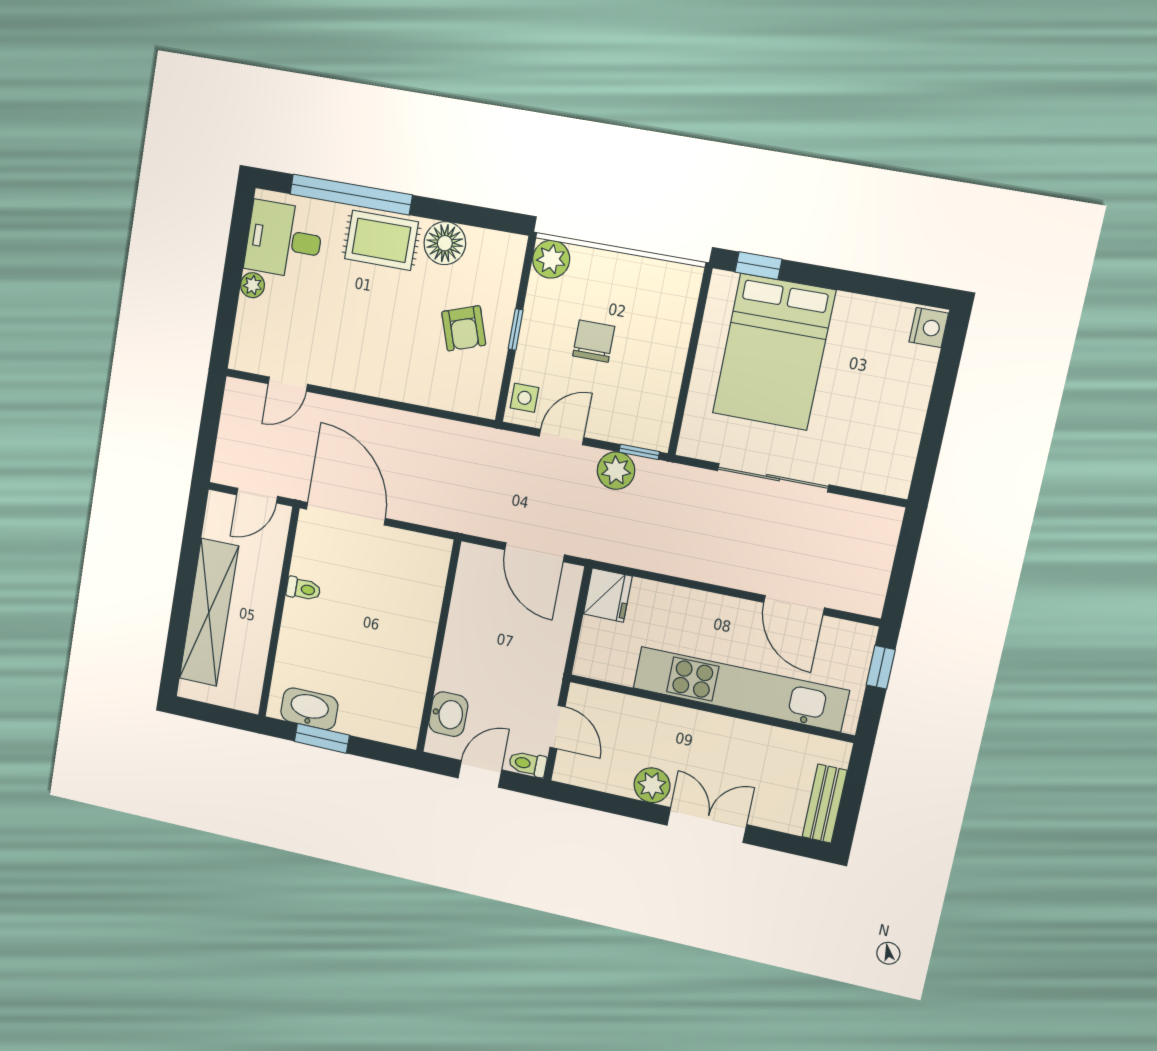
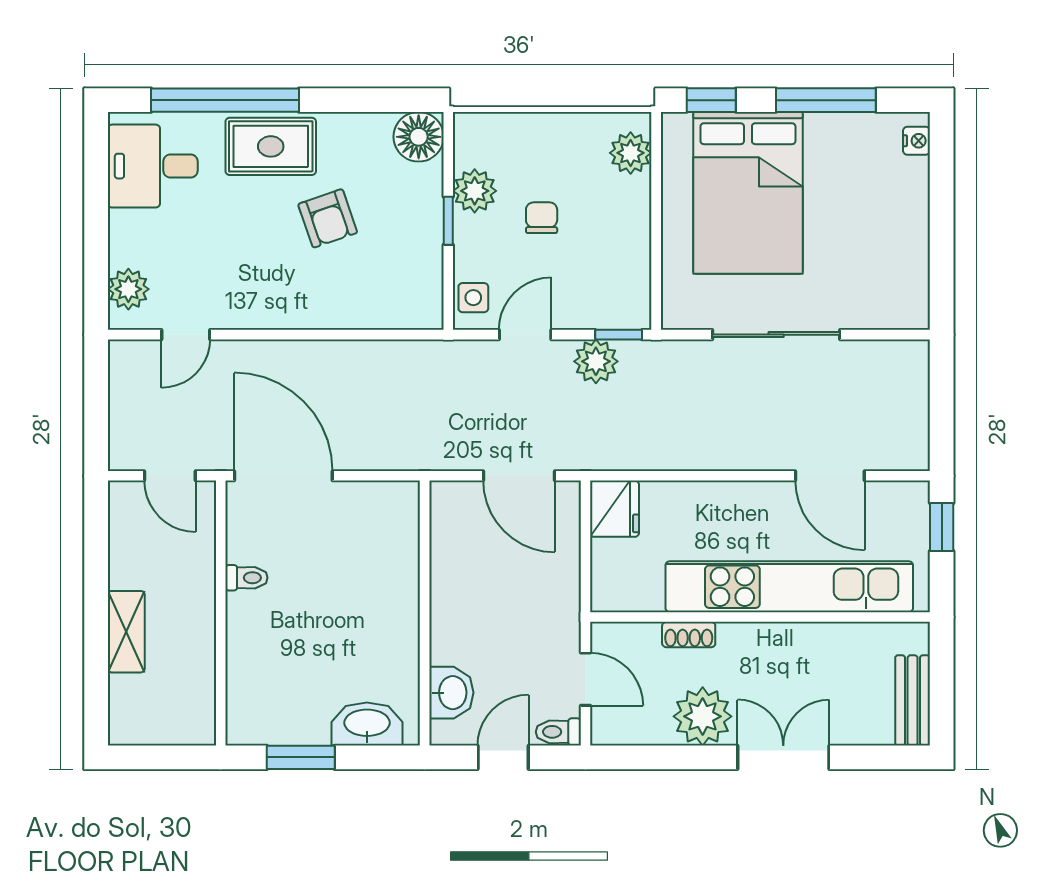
floor lamp: (445, 243) -> (419, 137), moved
plant: (551, 259) -> (475, 191), moved
window: (859, 283) -> (826, 100), added
plant: (252, 285) -> (128, 289), moved, width x1.38, depth x1.38
plant: (680, 299) -> (631, 153), added
armchair: (464, 328) -> (328, 218), moved
nightstand: (929, 328) -> (917, 141), width x0.72, depth x0.74
chair: (594, 341) -> (542, 218), width x0.73, depth x0.73
door: (257, 496) -> (170, 476), hinge flipped
shelving: (209, 612) -> (126, 632), width x0.45, depth x0.75
washbasin: (309, 709) -> (367, 724), moved
shoe rack: (649, 710) -> (689, 635), added
plant: (652, 785) -> (703, 716), width x1.36, depth x1.36

